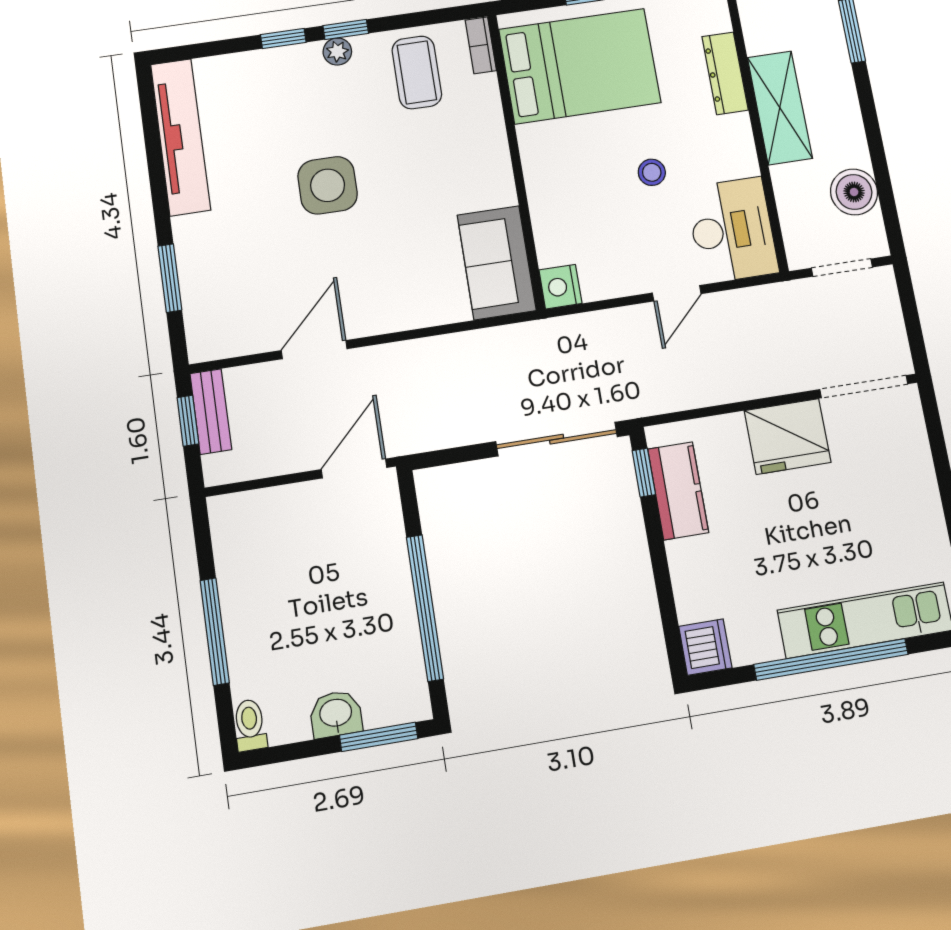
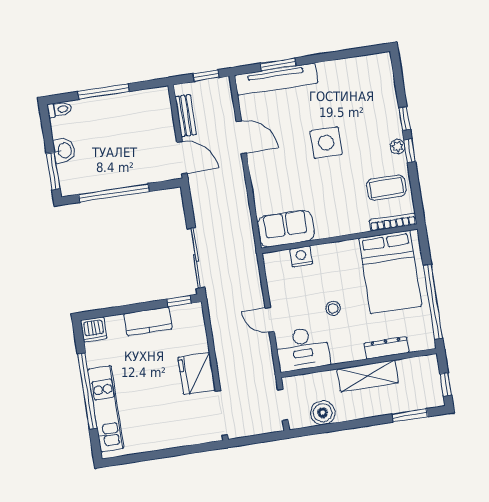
bookcase: (481, 45) -> (393, 222), width x1.56
tv unit: (180, 137) -> (276, 79), moved
nightstand: (560, 287) -> (301, 256), moved
bench: (211, 411) -> (186, 116), moved, turned 90
kitchen counter: (678, 491) -> (148, 321), moved

